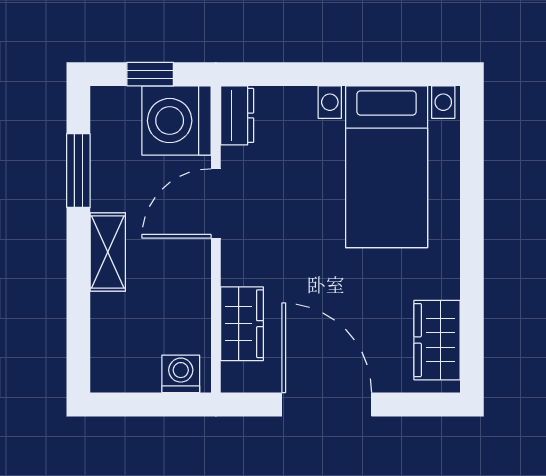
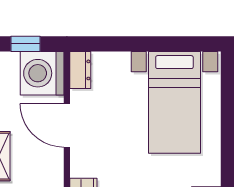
door: (216, 203) -> (67, 125), hinge flipped

